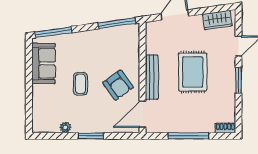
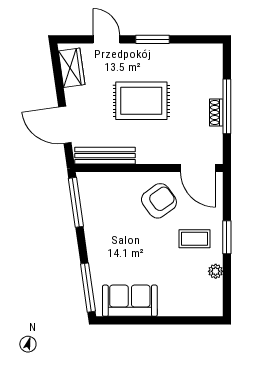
bench: (152, 77) -> (105, 156), moved
coffee table: (80, 84) -> (195, 239), moved
shoe rack: (225, 128) -> (216, 112), moved

